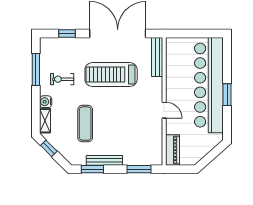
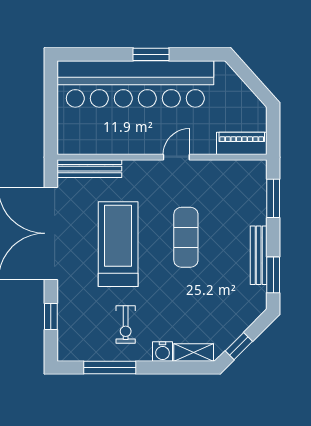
treadmill: (111, 75) -> (118, 244), turned 180
exercise mat: (85, 124) -> (186, 237), moved, turned 90

